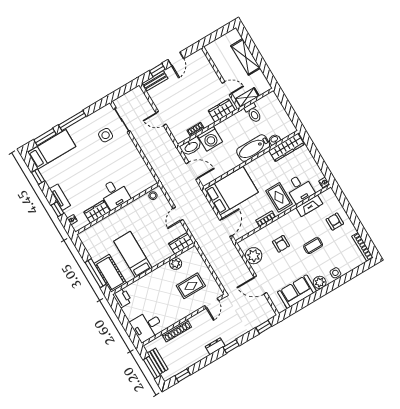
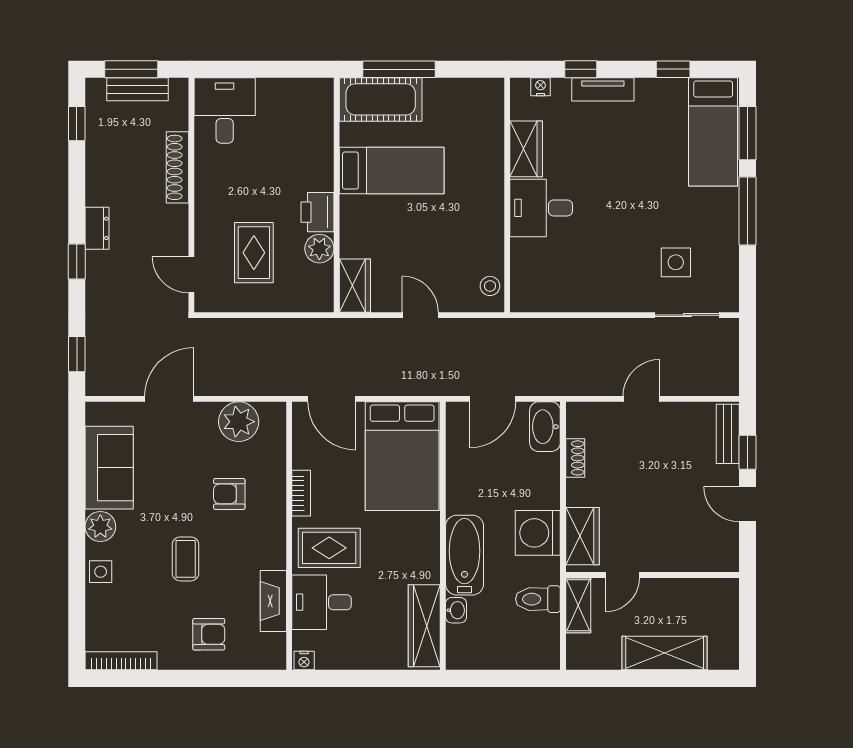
washing machine: (210, 139) -> (538, 533), moved
printer: (122, 298) -> (318, 212), moved, turned 90

